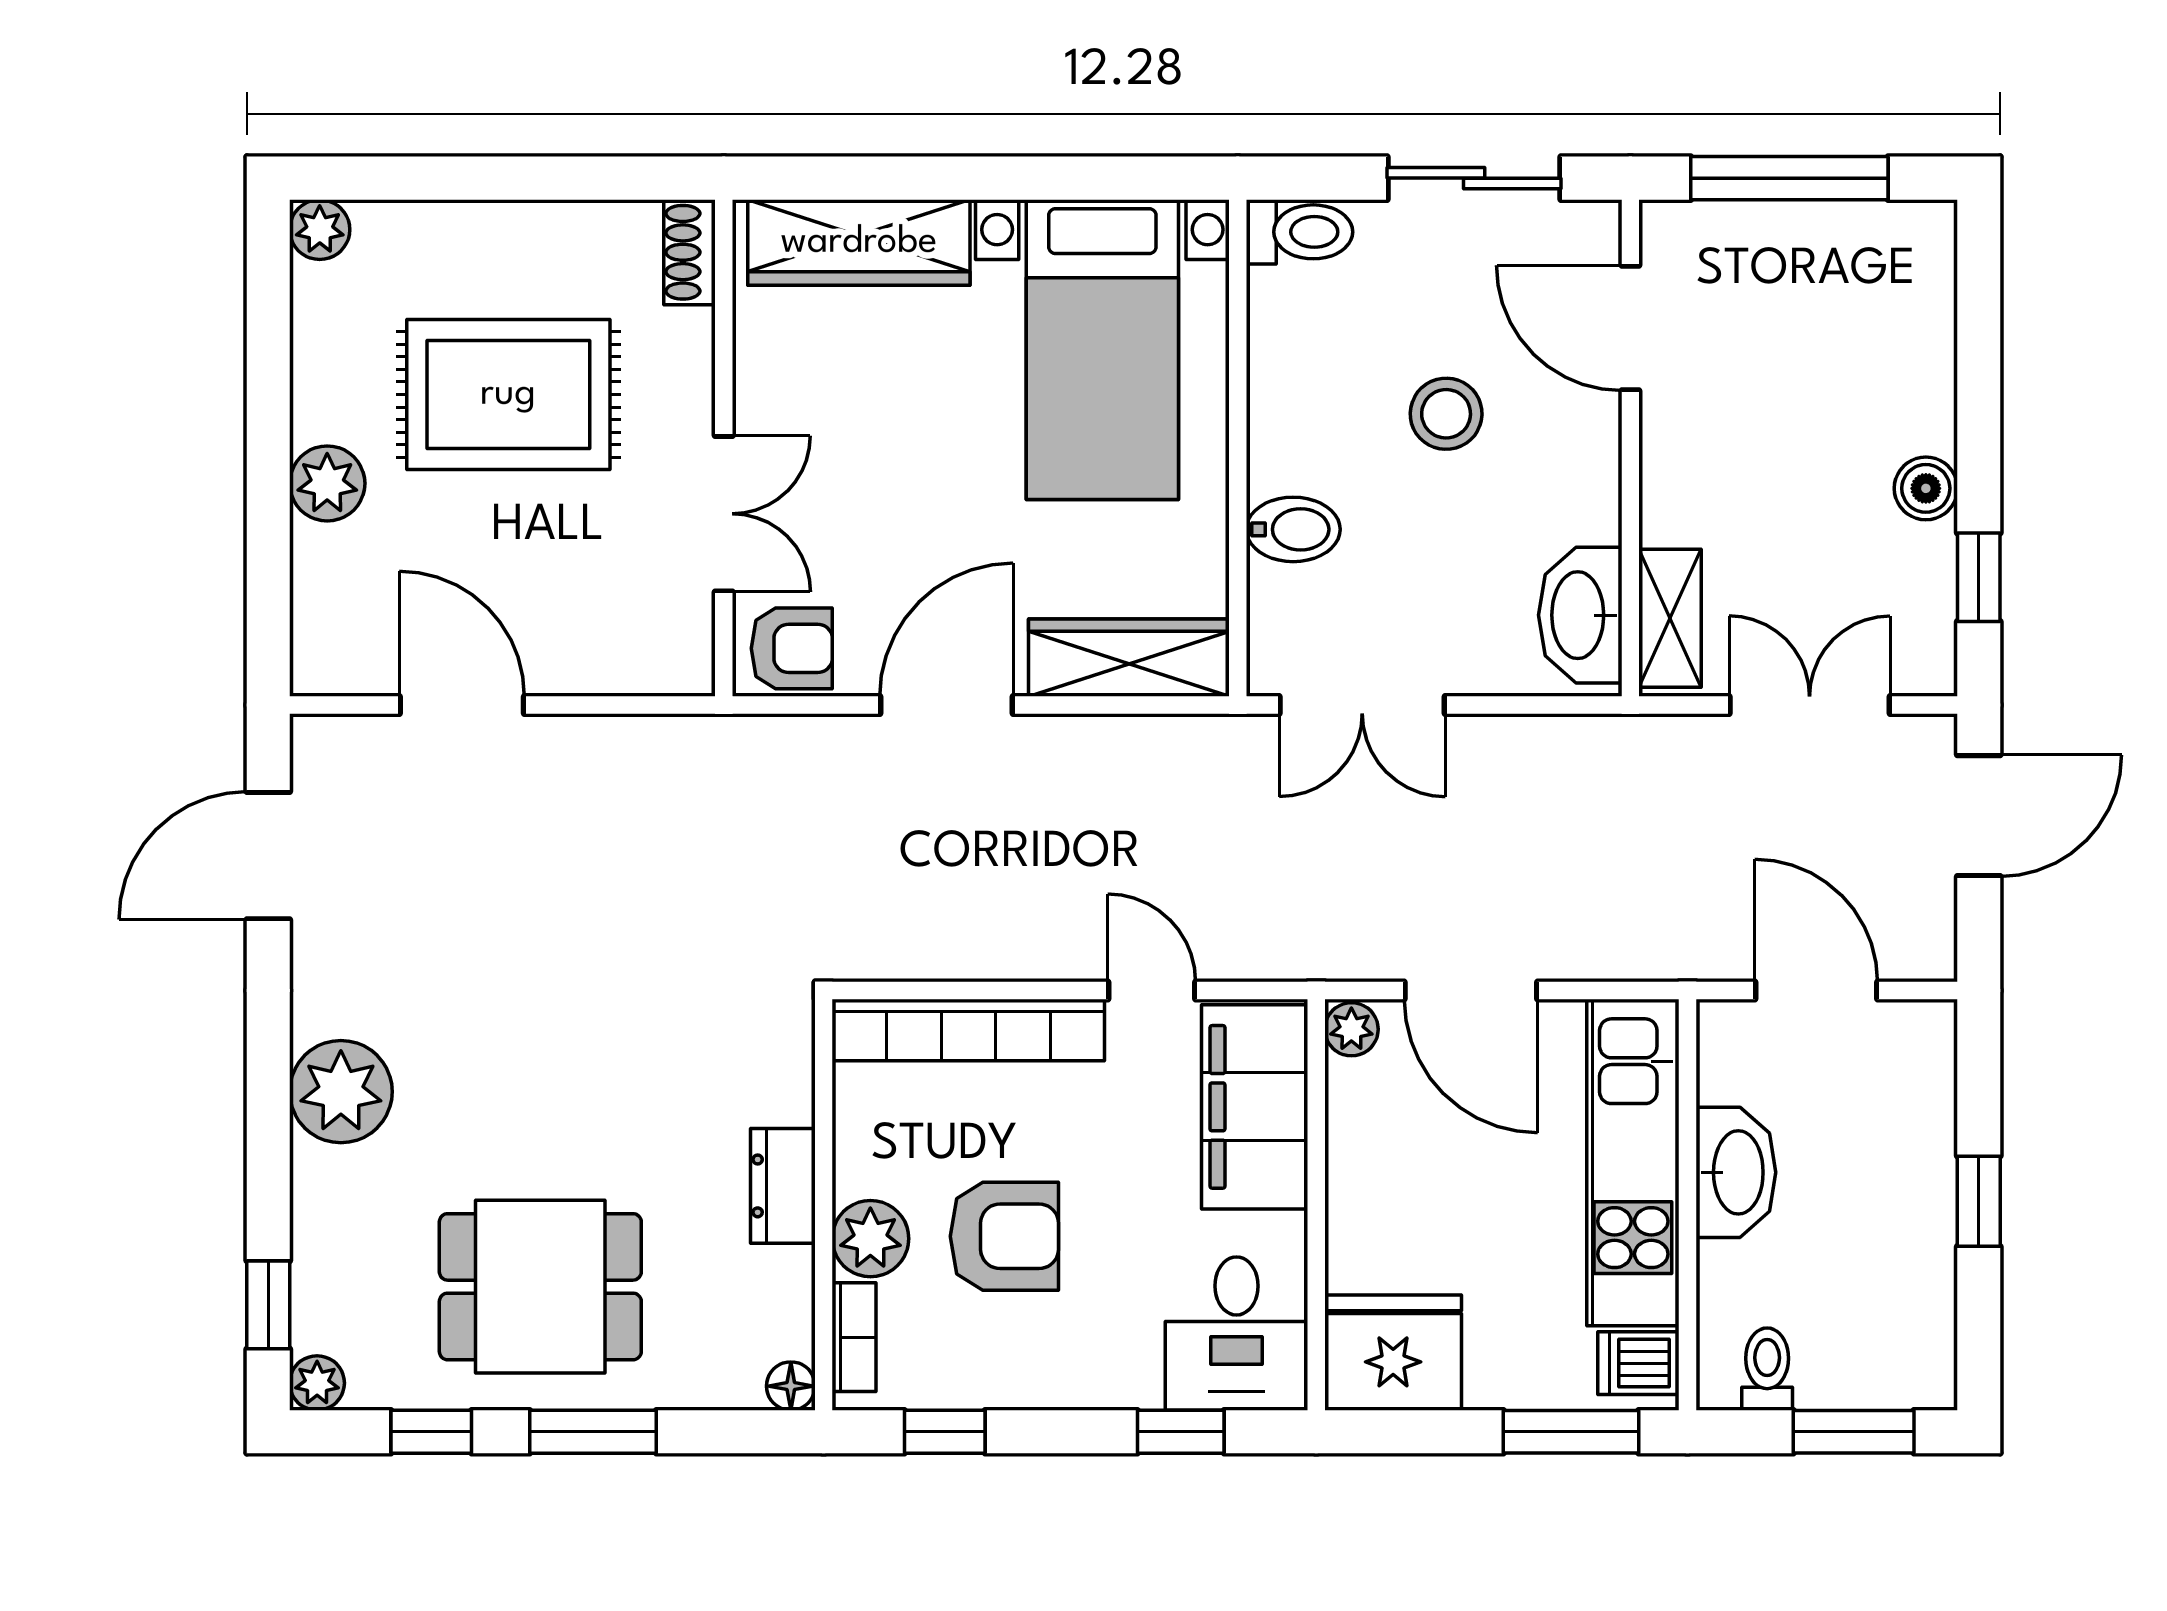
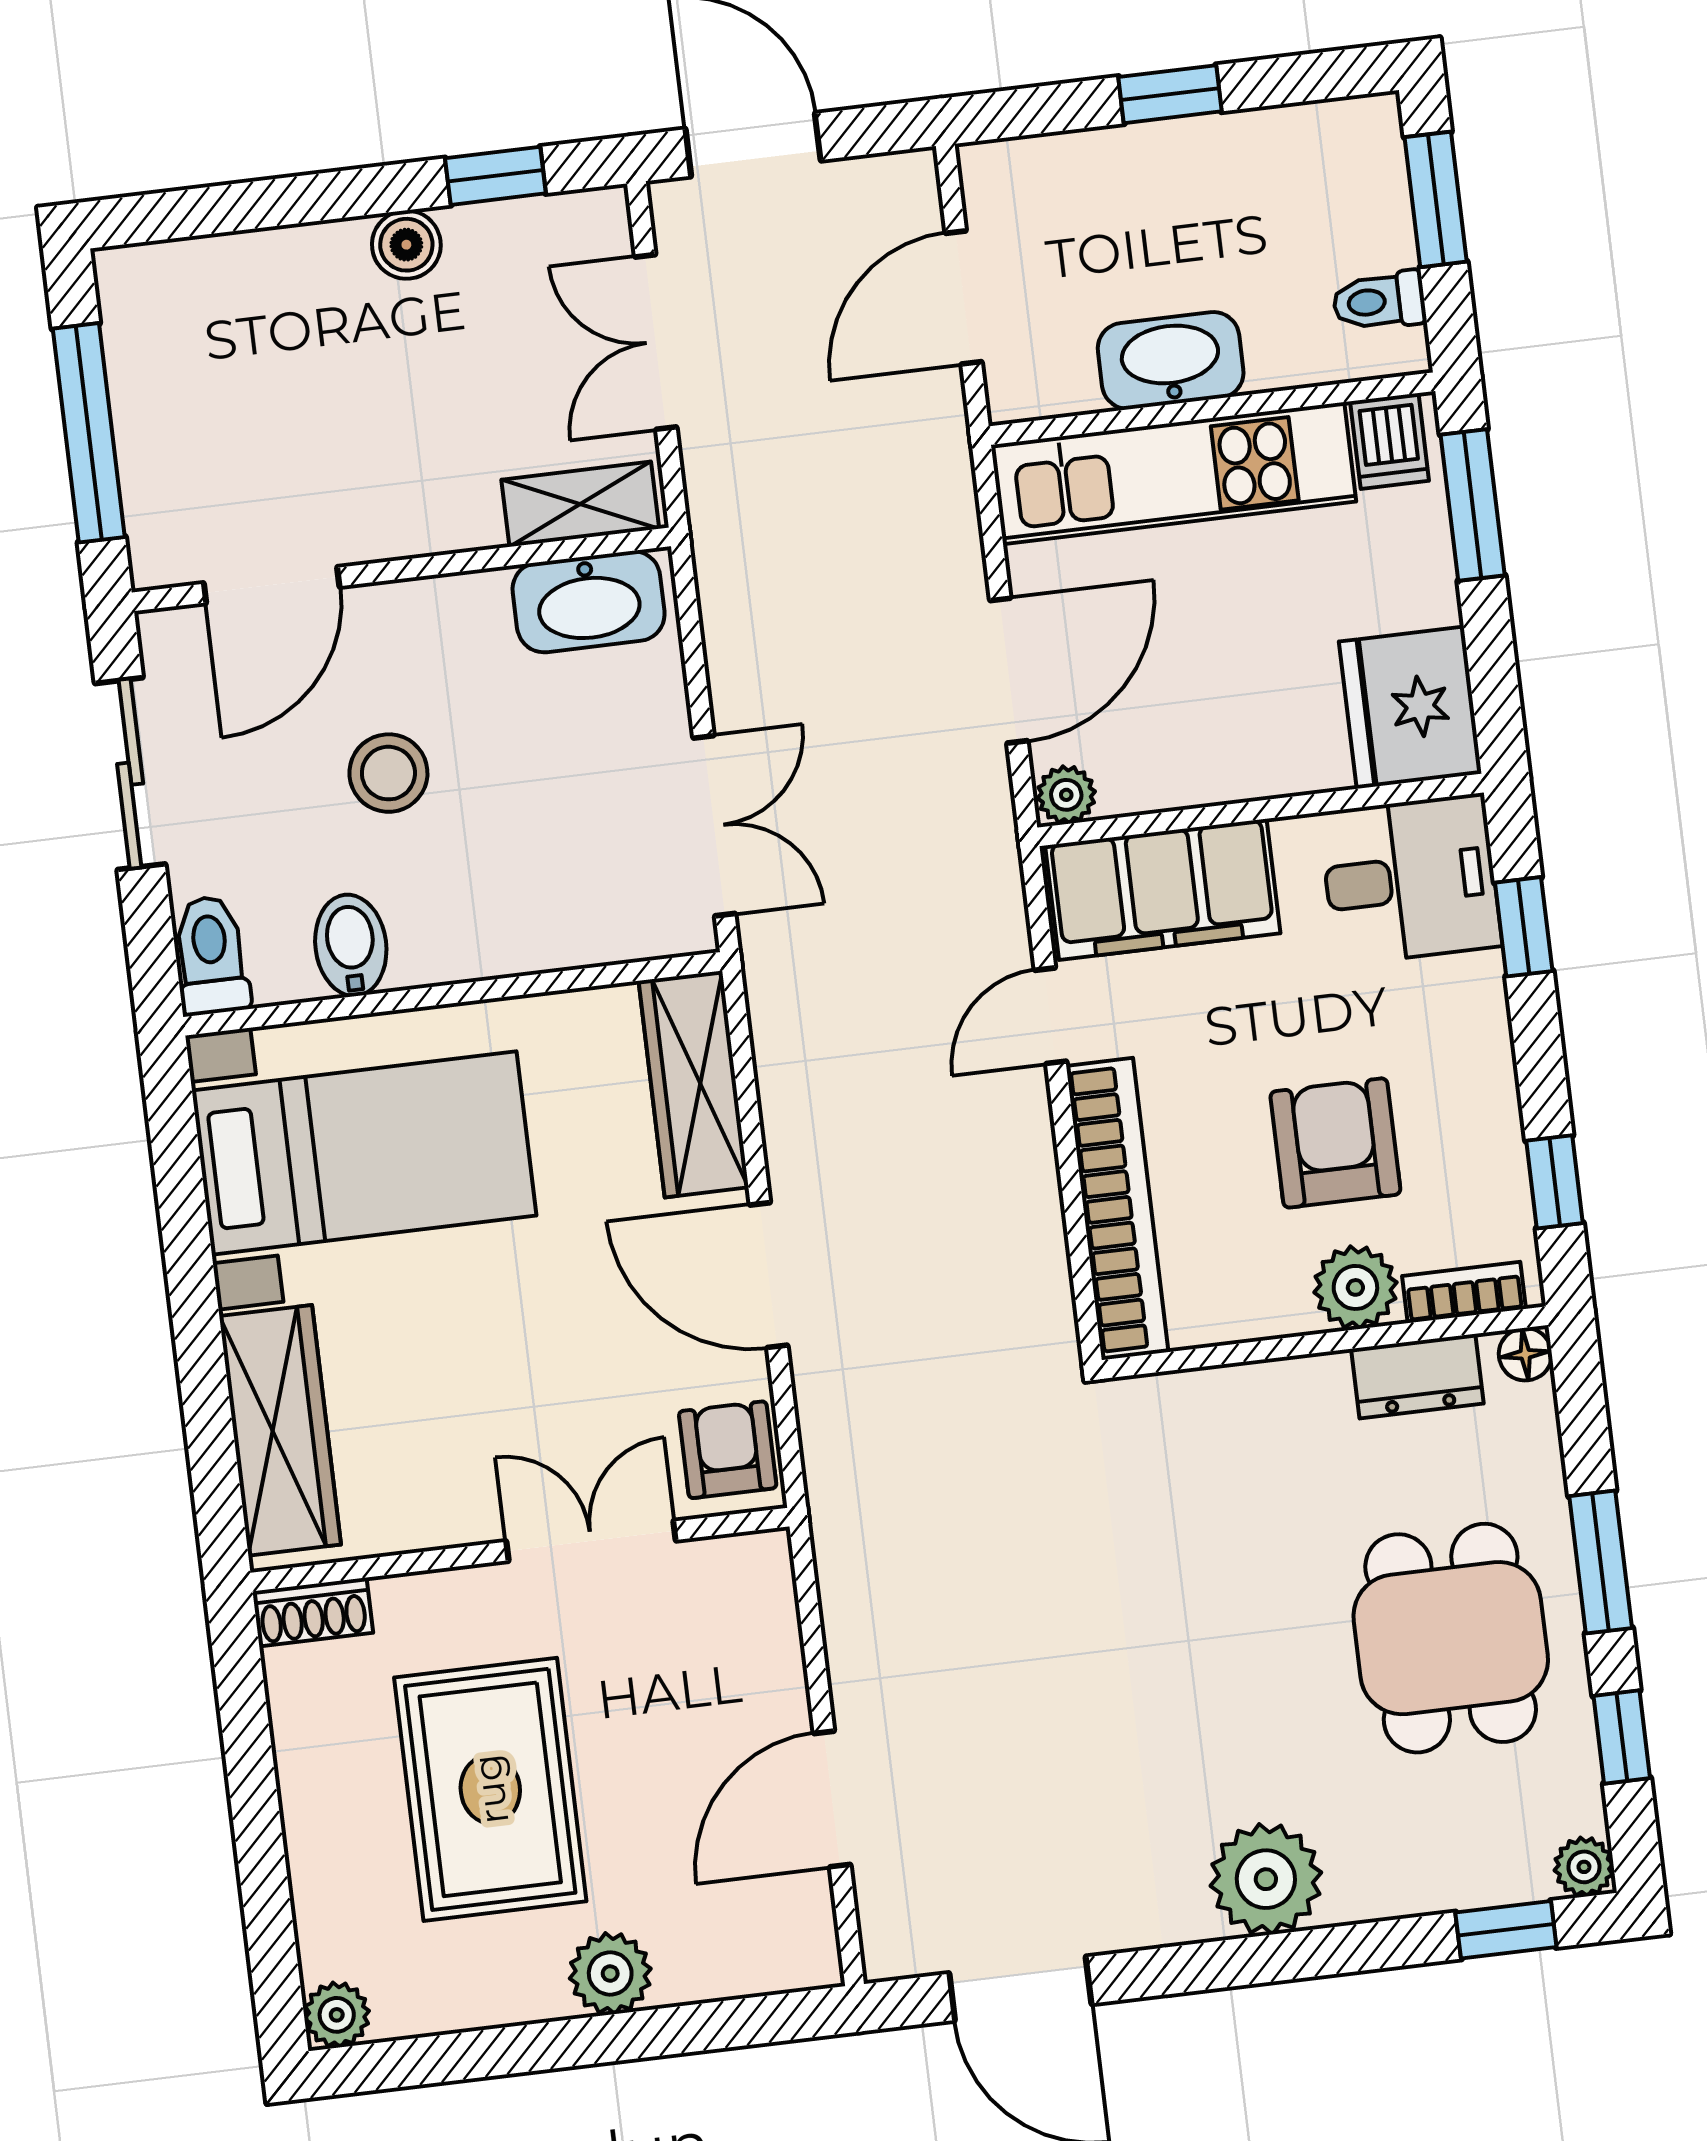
bidet: (1293, 529) -> (351, 945), moved
dresser: (783, 1186) -> (1417, 1376), moved

